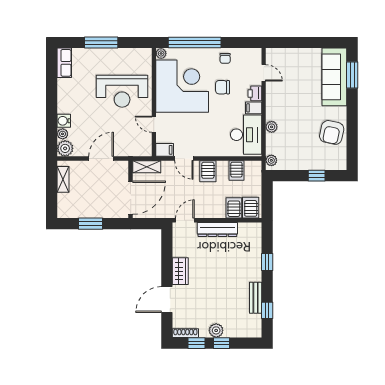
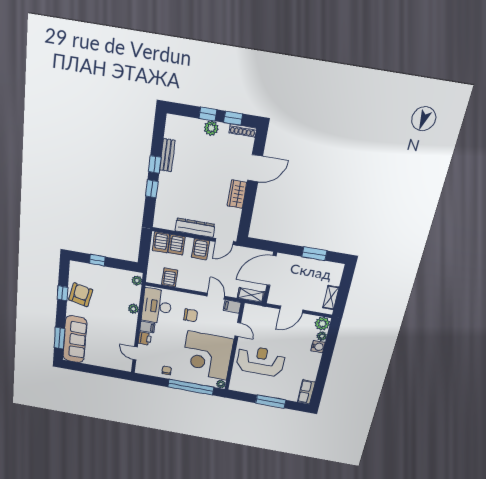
chair: (223, 87) -> (190, 315), moved
window: (352, 130) -> (63, 293), added
server rack: (208, 171) -> (200, 249), moved, turned 180
window: (267, 310) -> (155, 164), moved

